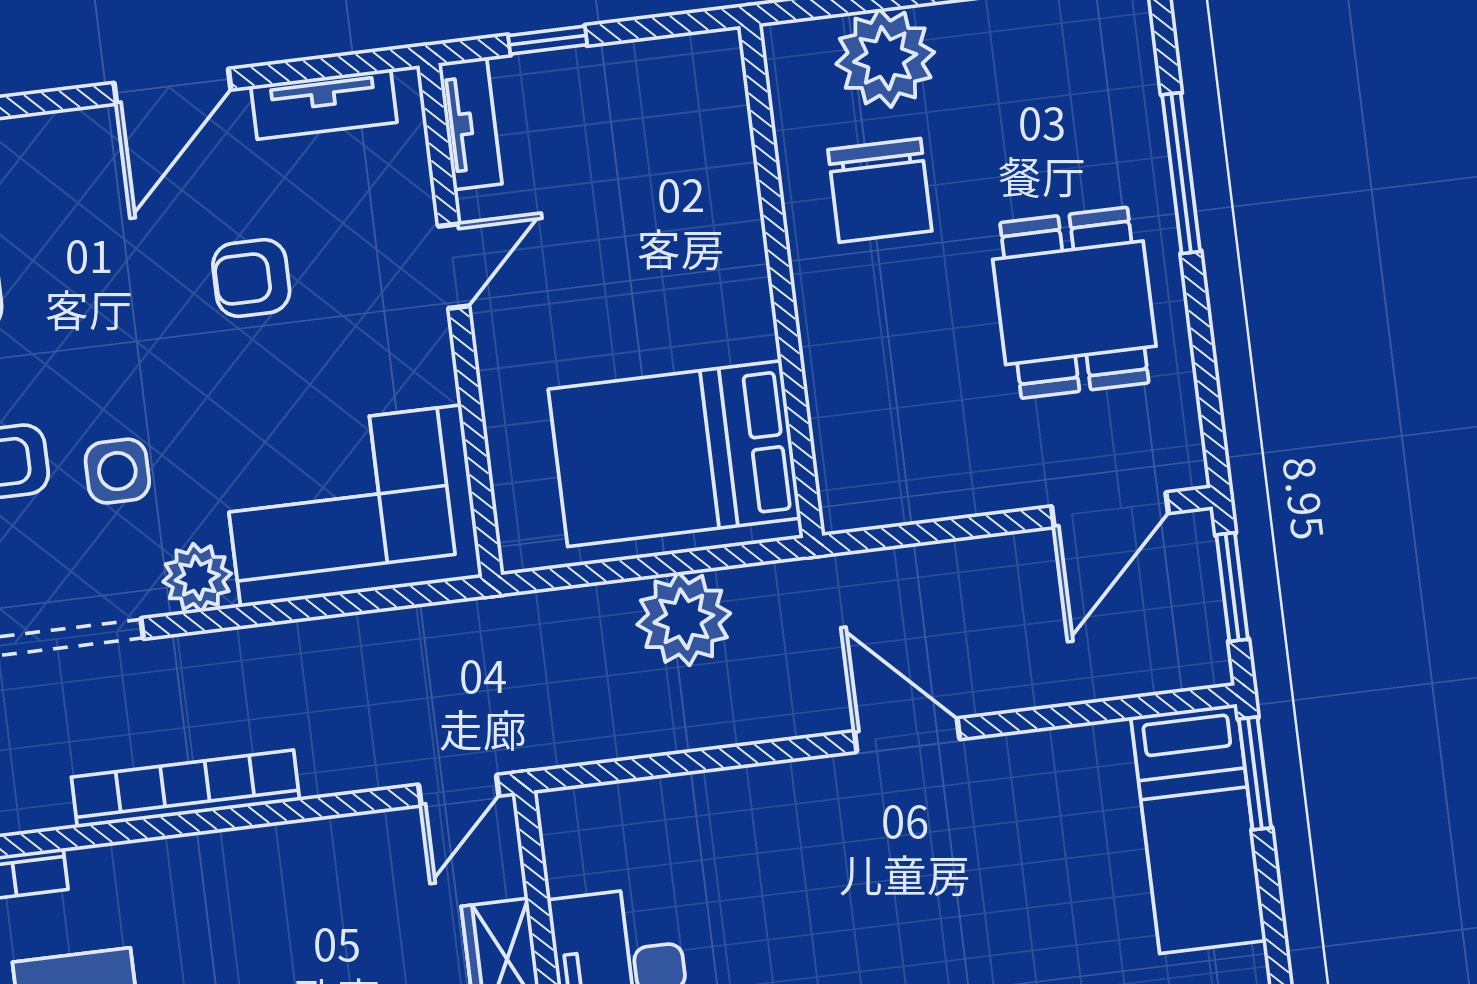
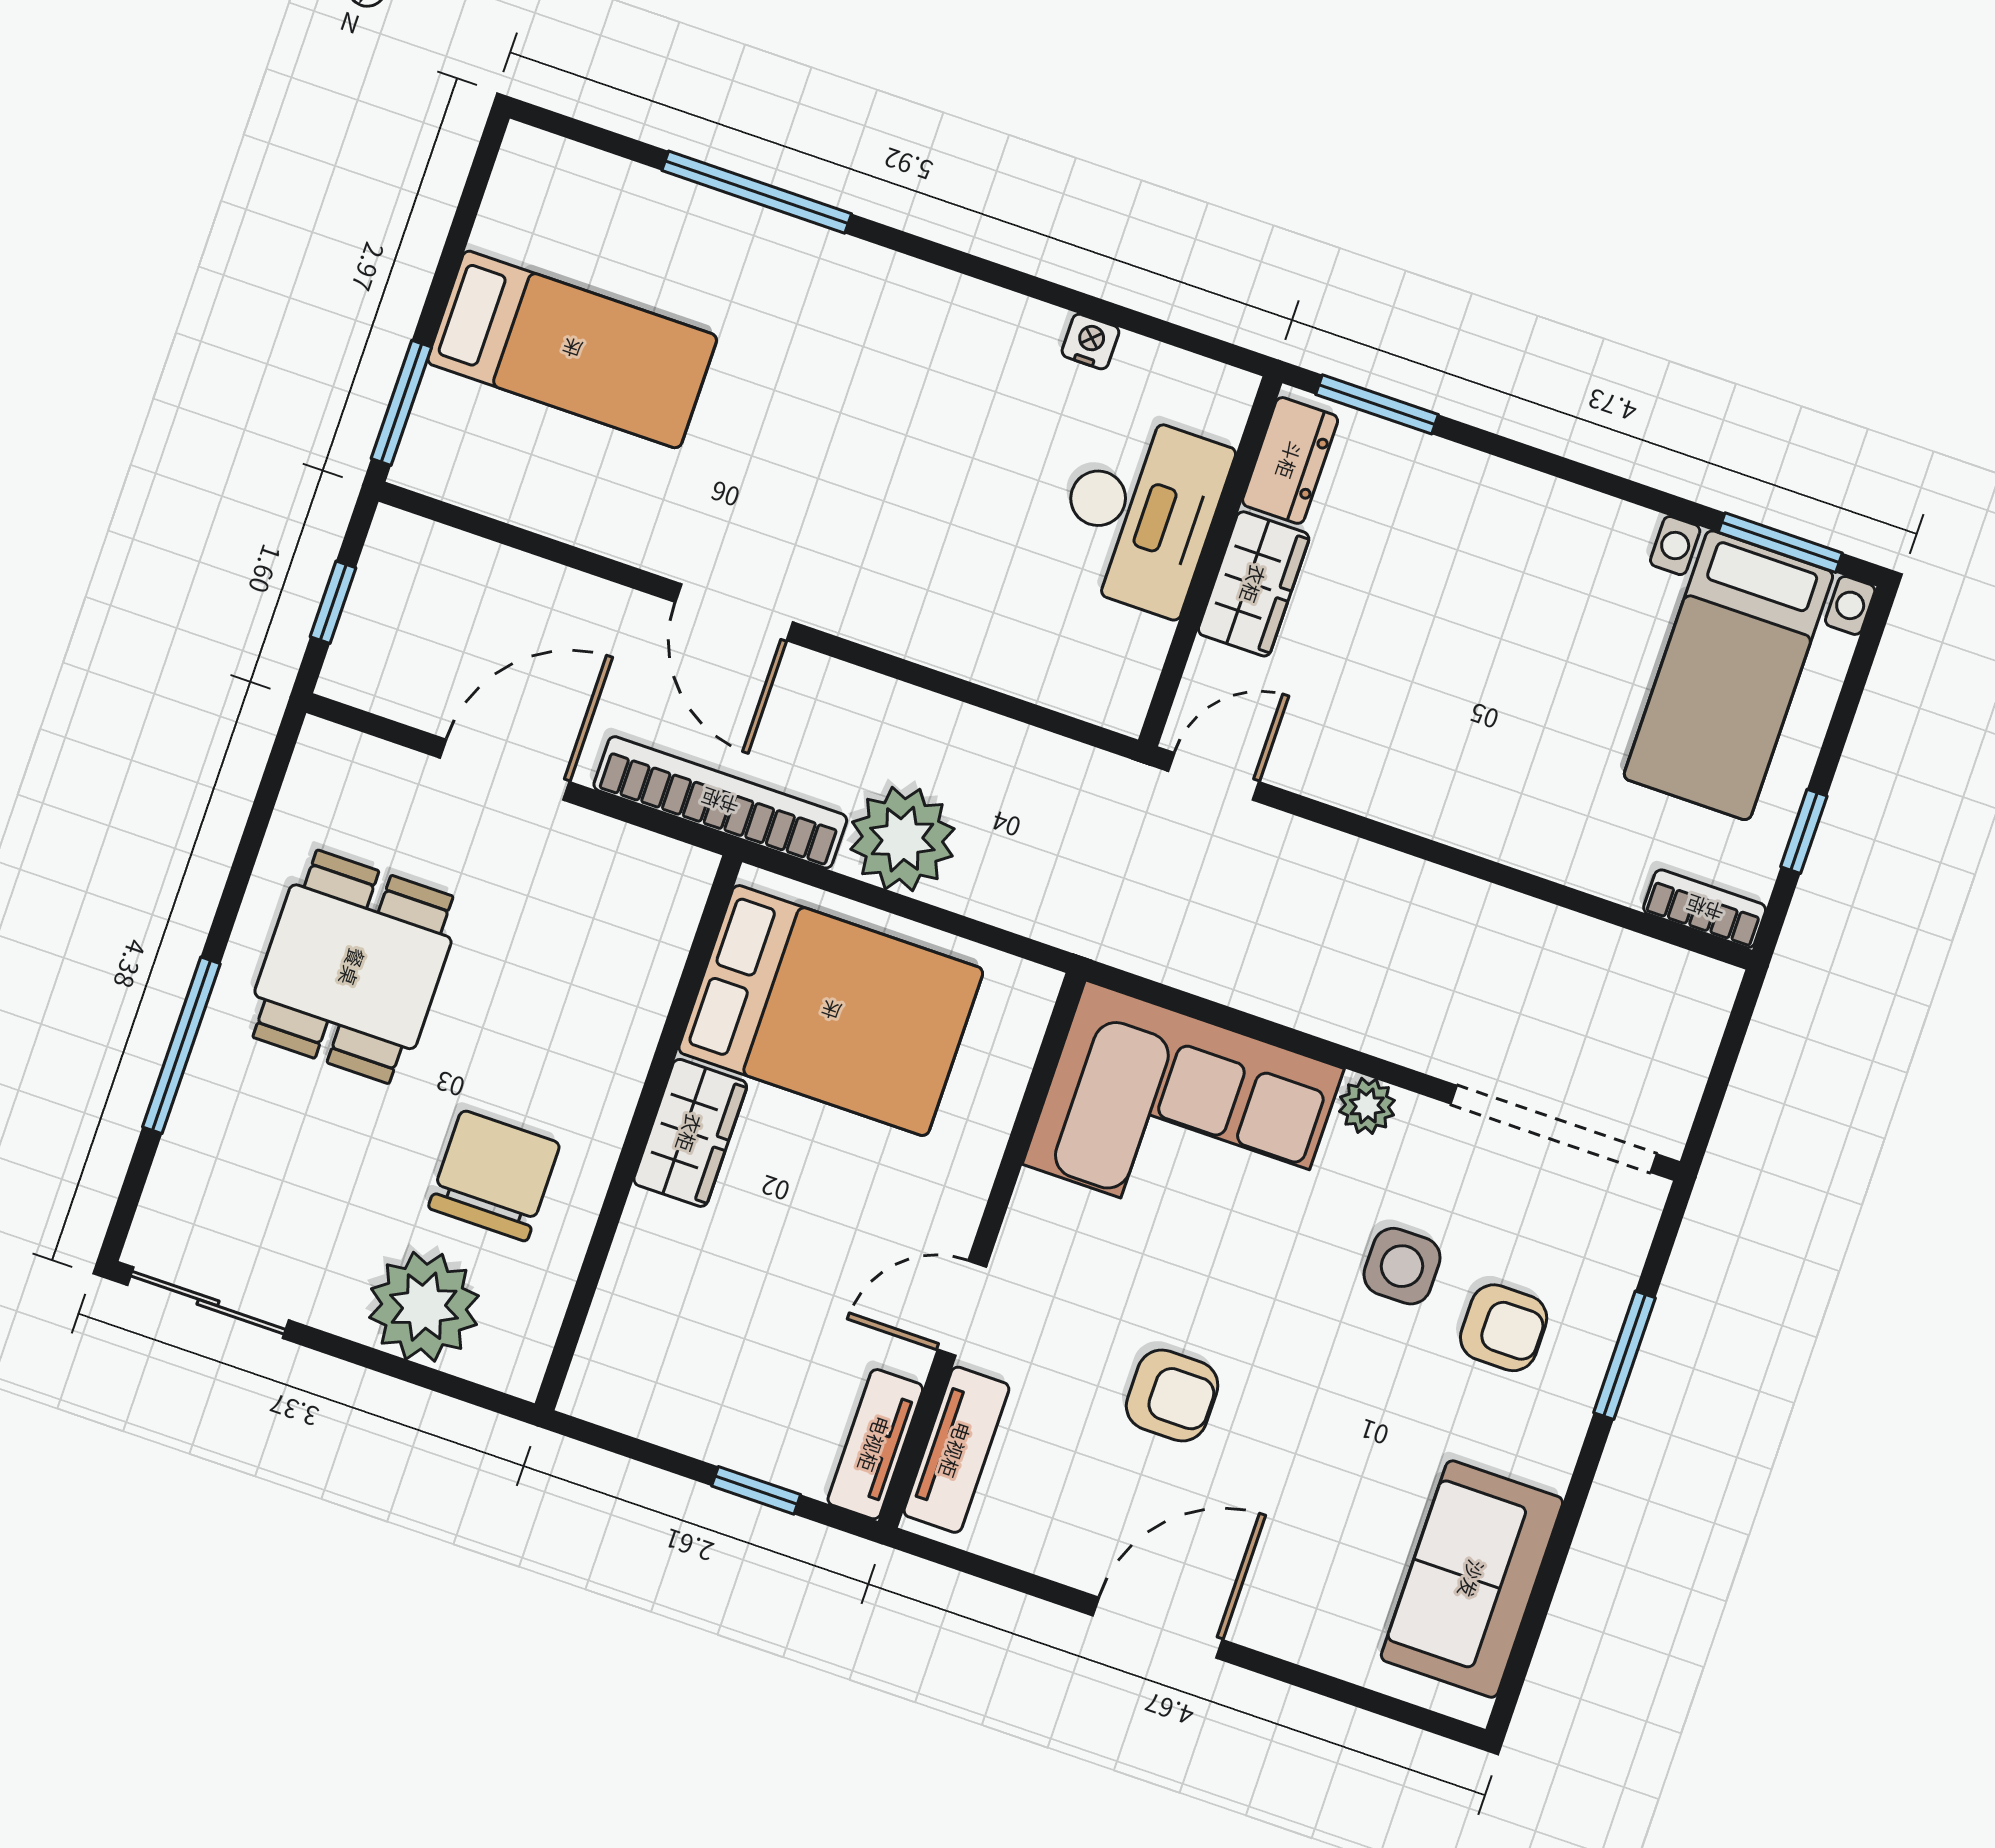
tv unit: (324, 104) -> (956, 1450), moved, turned 90
wardrobe: (739, 301) -> (690, 1133), added
door: (1110, 510) -> (505, 770), moved
plant: (197, 578) -> (1367, 1106), width x0.73, depth x0.73
window: (1232, 587) -> (333, 602), width x0.67
bookcase: (186, 789) -> (720, 802), moved, turned 180
bed: (1198, 829) -> (572, 349), moved, turned 90

